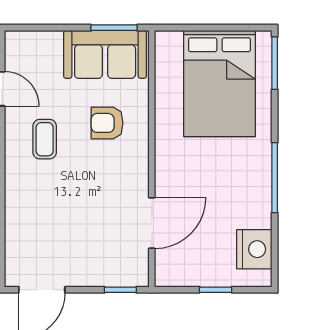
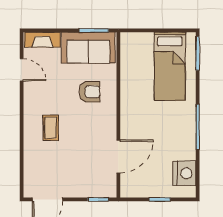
fireplace: (34, 42) -> (42, 40), added
bed: (219, 83) -> (170, 66), width x0.67
armchair: (107, 123) -> (90, 92), turned 180
coffee table: (45, 139) -> (51, 128), moved

